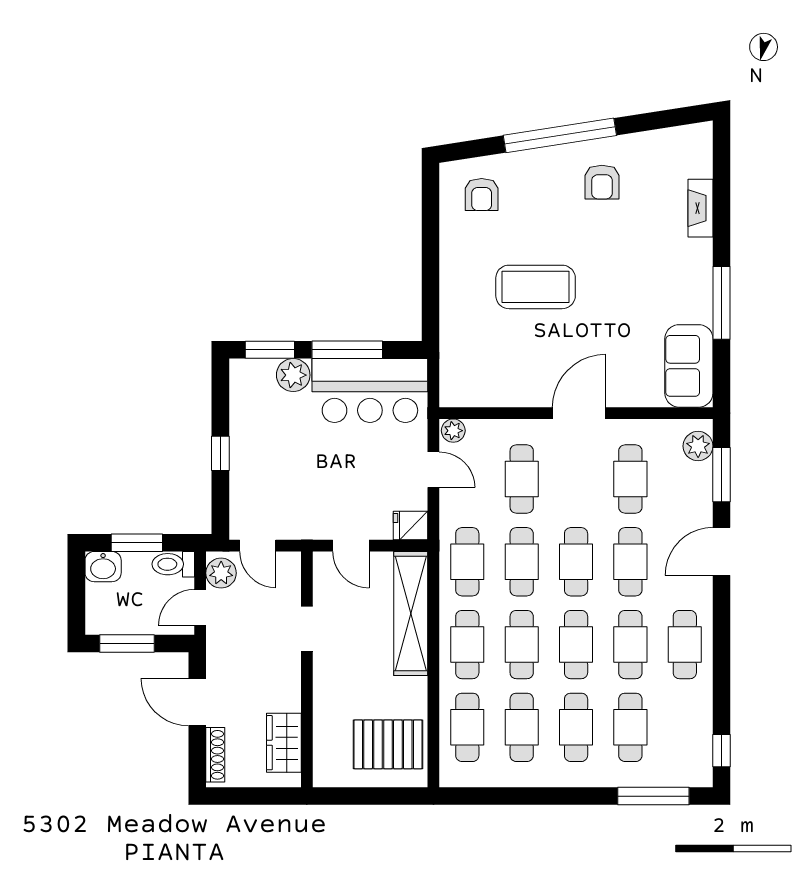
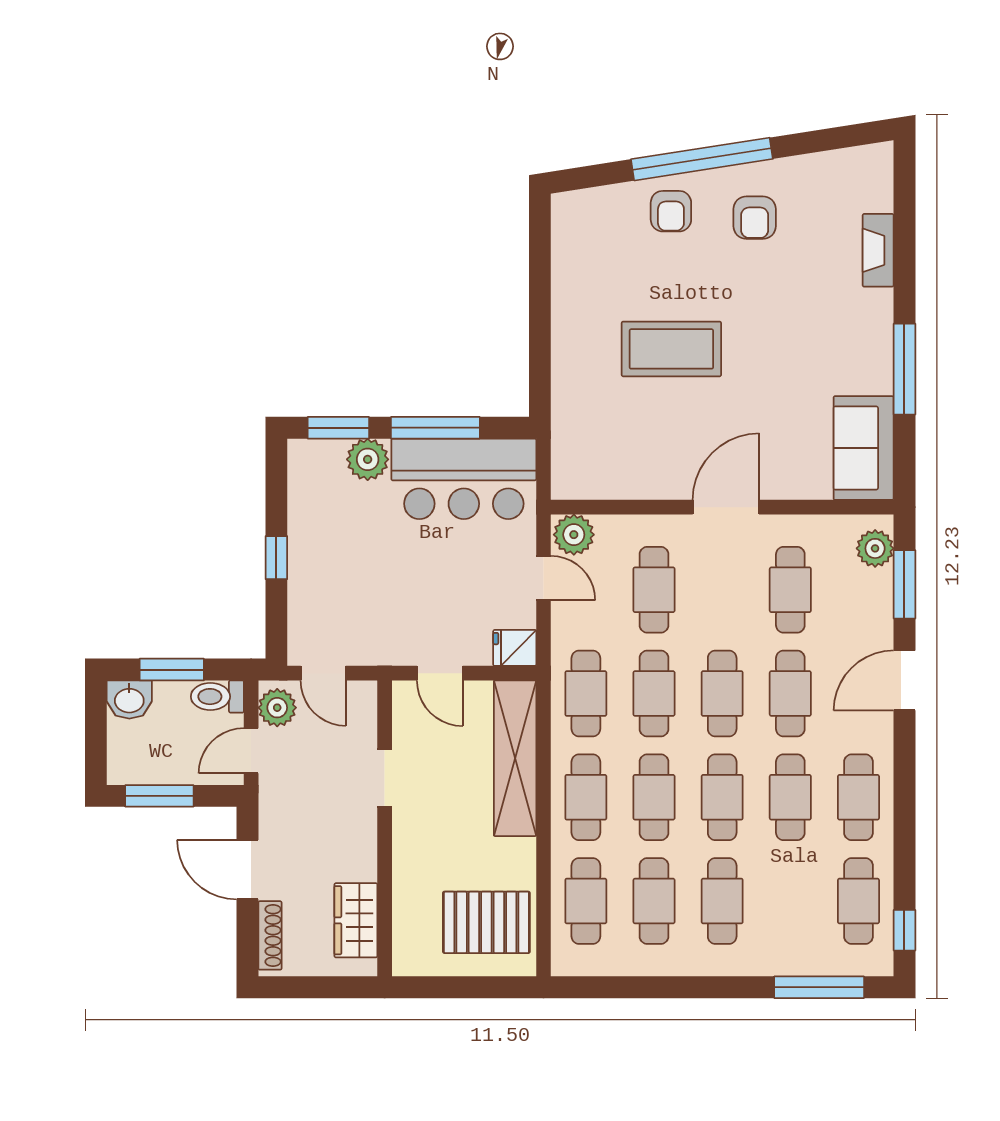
armchair: (482, 195) -> (671, 211), moved
plant: (453, 431) -> (574, 535), width x1.38, depth x1.38
cafe table: (630, 727) -> (858, 901), moved

